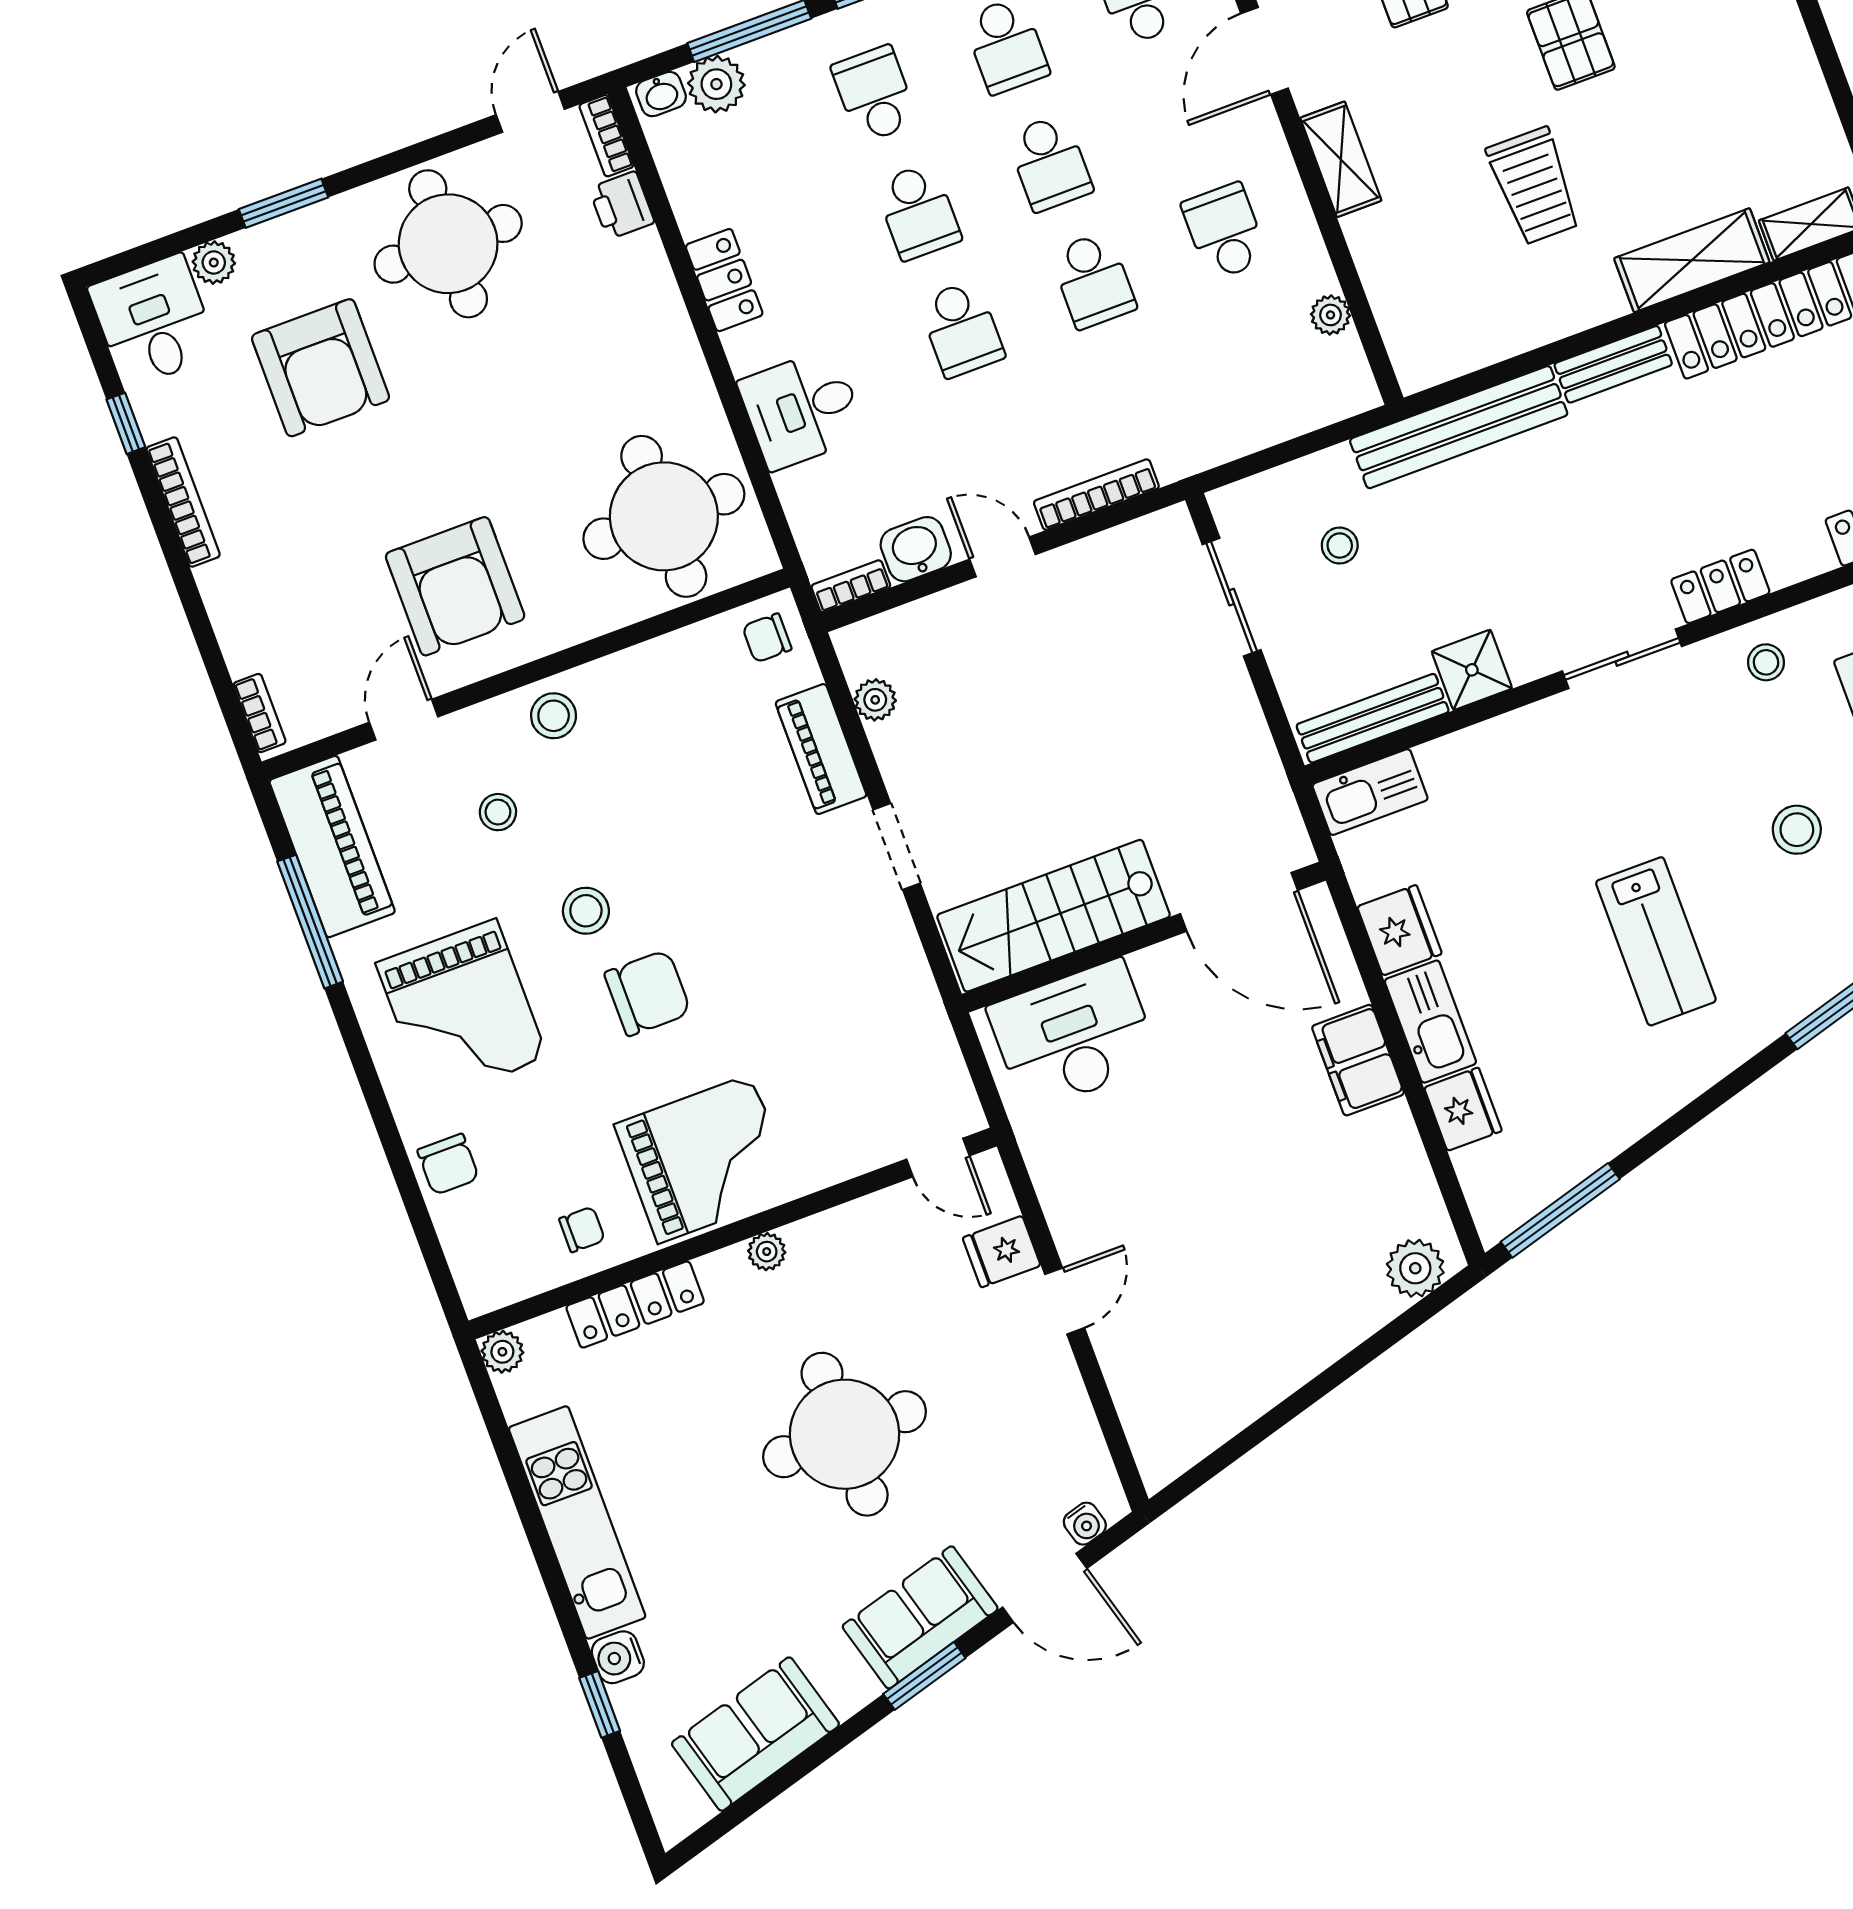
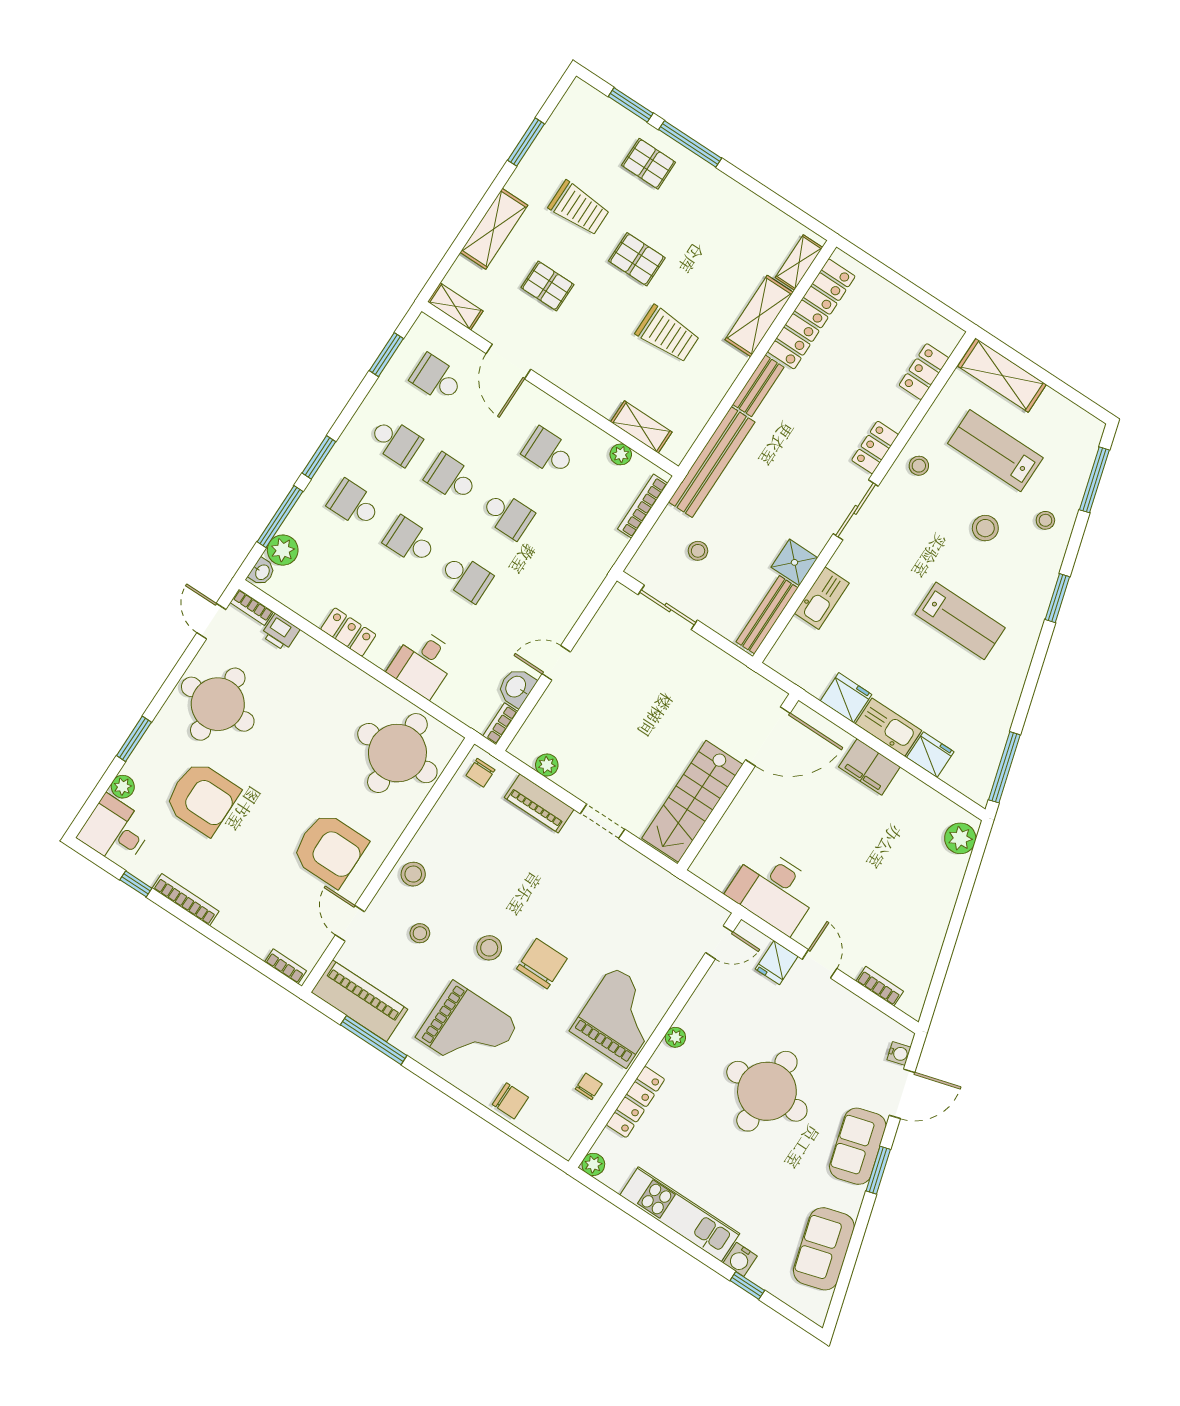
shelving: (1341, 159) -> (641, 427), moved
school desk: (1050, 163) -> (451, 478), turned 180
school desk: (918, 212) -> (410, 541), turned 180
bookcase: (1096, 495) -> (643, 506), moved
kitchen sink: (1370, 792) -> (822, 598), moved
desk: (1074, 1036) -> (774, 890), moved, turned -90
bookcase: (1130, 1401) -> (880, 986), added

